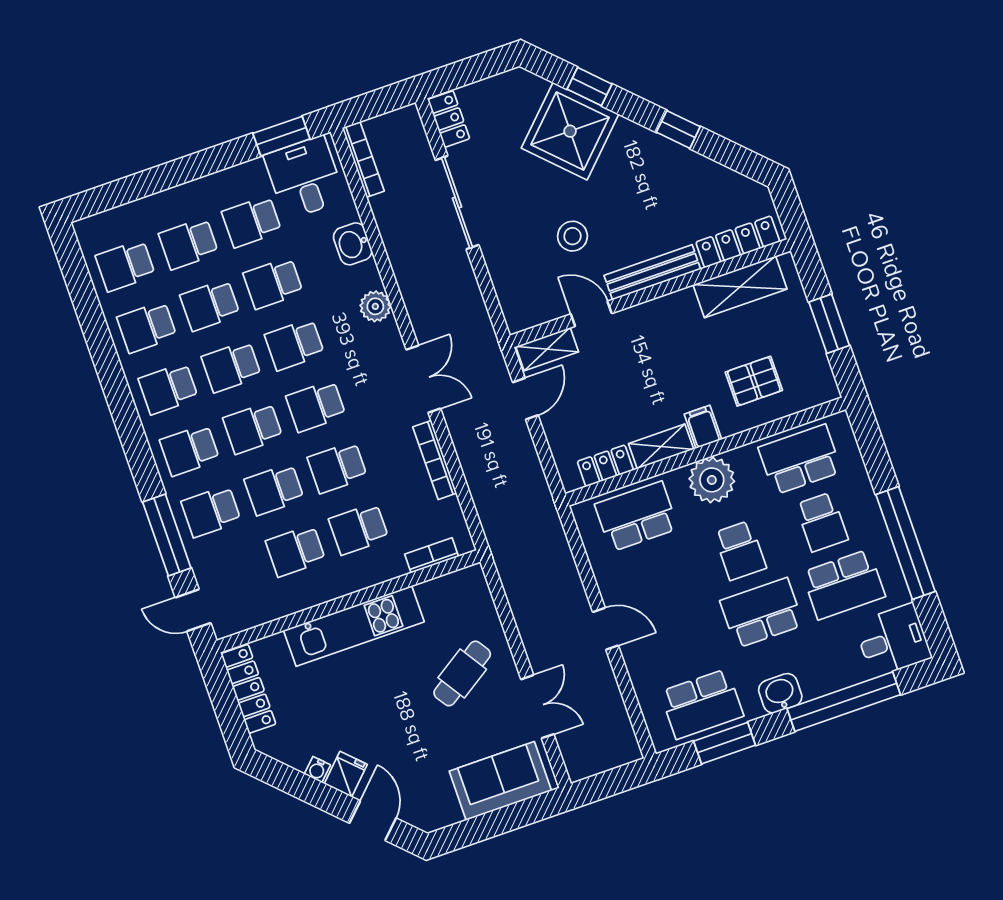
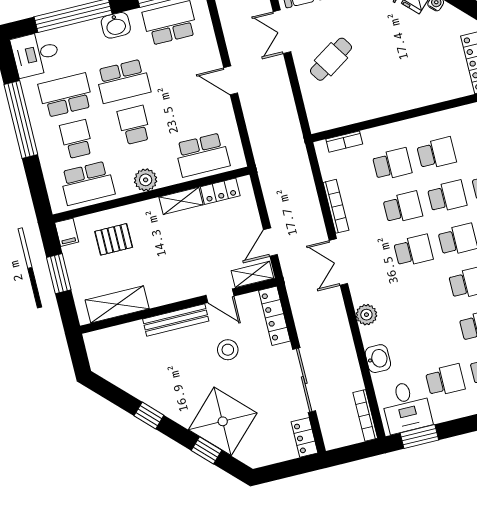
locker: (738, 242) -> (274, 316), moved, turned 90
school desk: (273, 283) -> (435, 337), removed
school desk: (294, 345) -> (424, 294), removed
filing cabinet: (703, 427) -> (67, 232), moved
plant: (712, 480) -> (146, 180), width x0.73, depth x0.73
kitchen unit: (354, 626) -> (402, 98), removed

